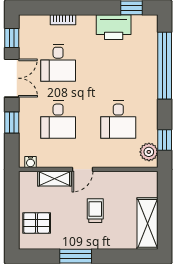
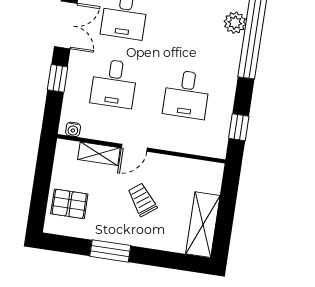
plant: (149, 152) -> (235, 23), moved
trolley: (95, 211) -> (142, 200), turned -37

